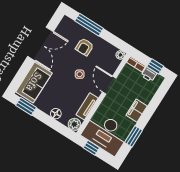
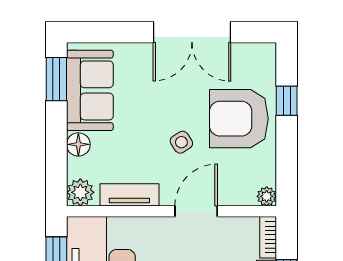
window: (89, 25) -> (287, 101), width x0.46
armchair: (84, 47) -> (239, 119), width x1.88, depth x1.88
sofa: (34, 82) -> (90, 90), moved, turned -90

